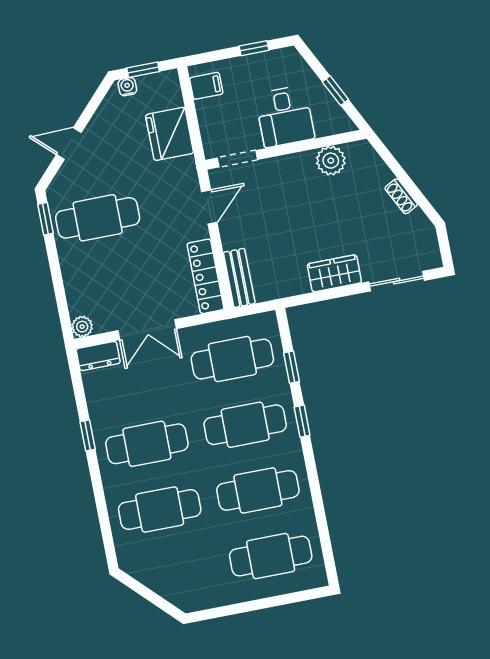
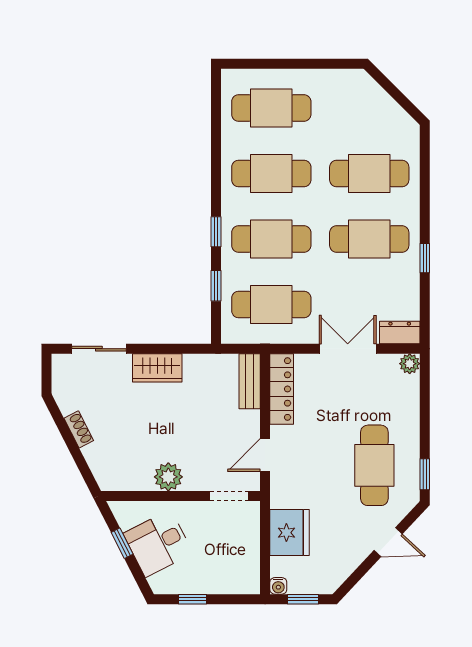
filing cabinet: (206, 86) -> (245, 572), removed
water cooler: (127, 87) -> (278, 586), moved
desk: (285, 116) -> (158, 543), moved, turned -117
plant: (331, 161) -> (168, 477), moved
cafe table: (98, 218) -> (374, 465), turned 90

